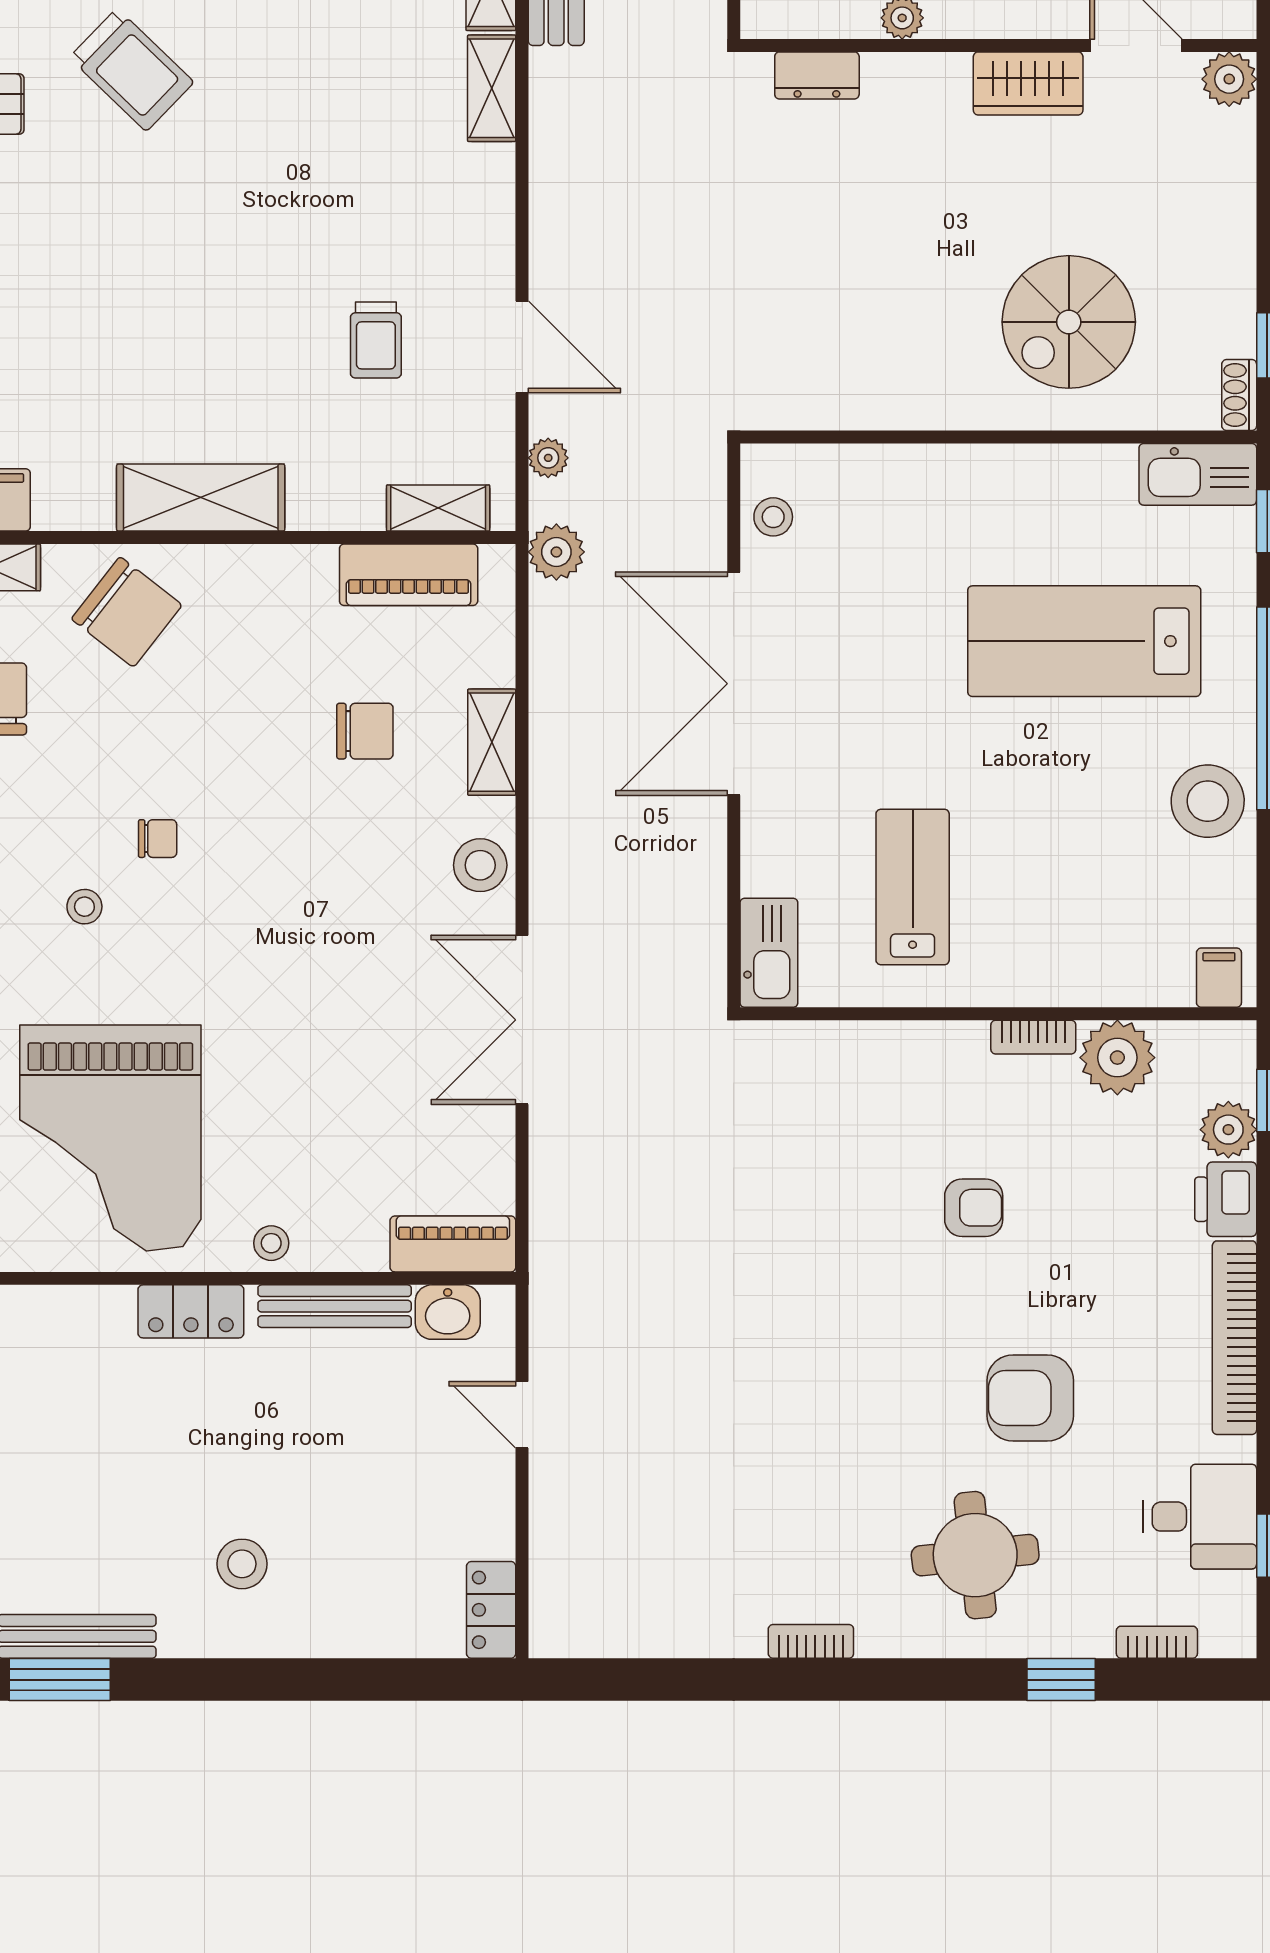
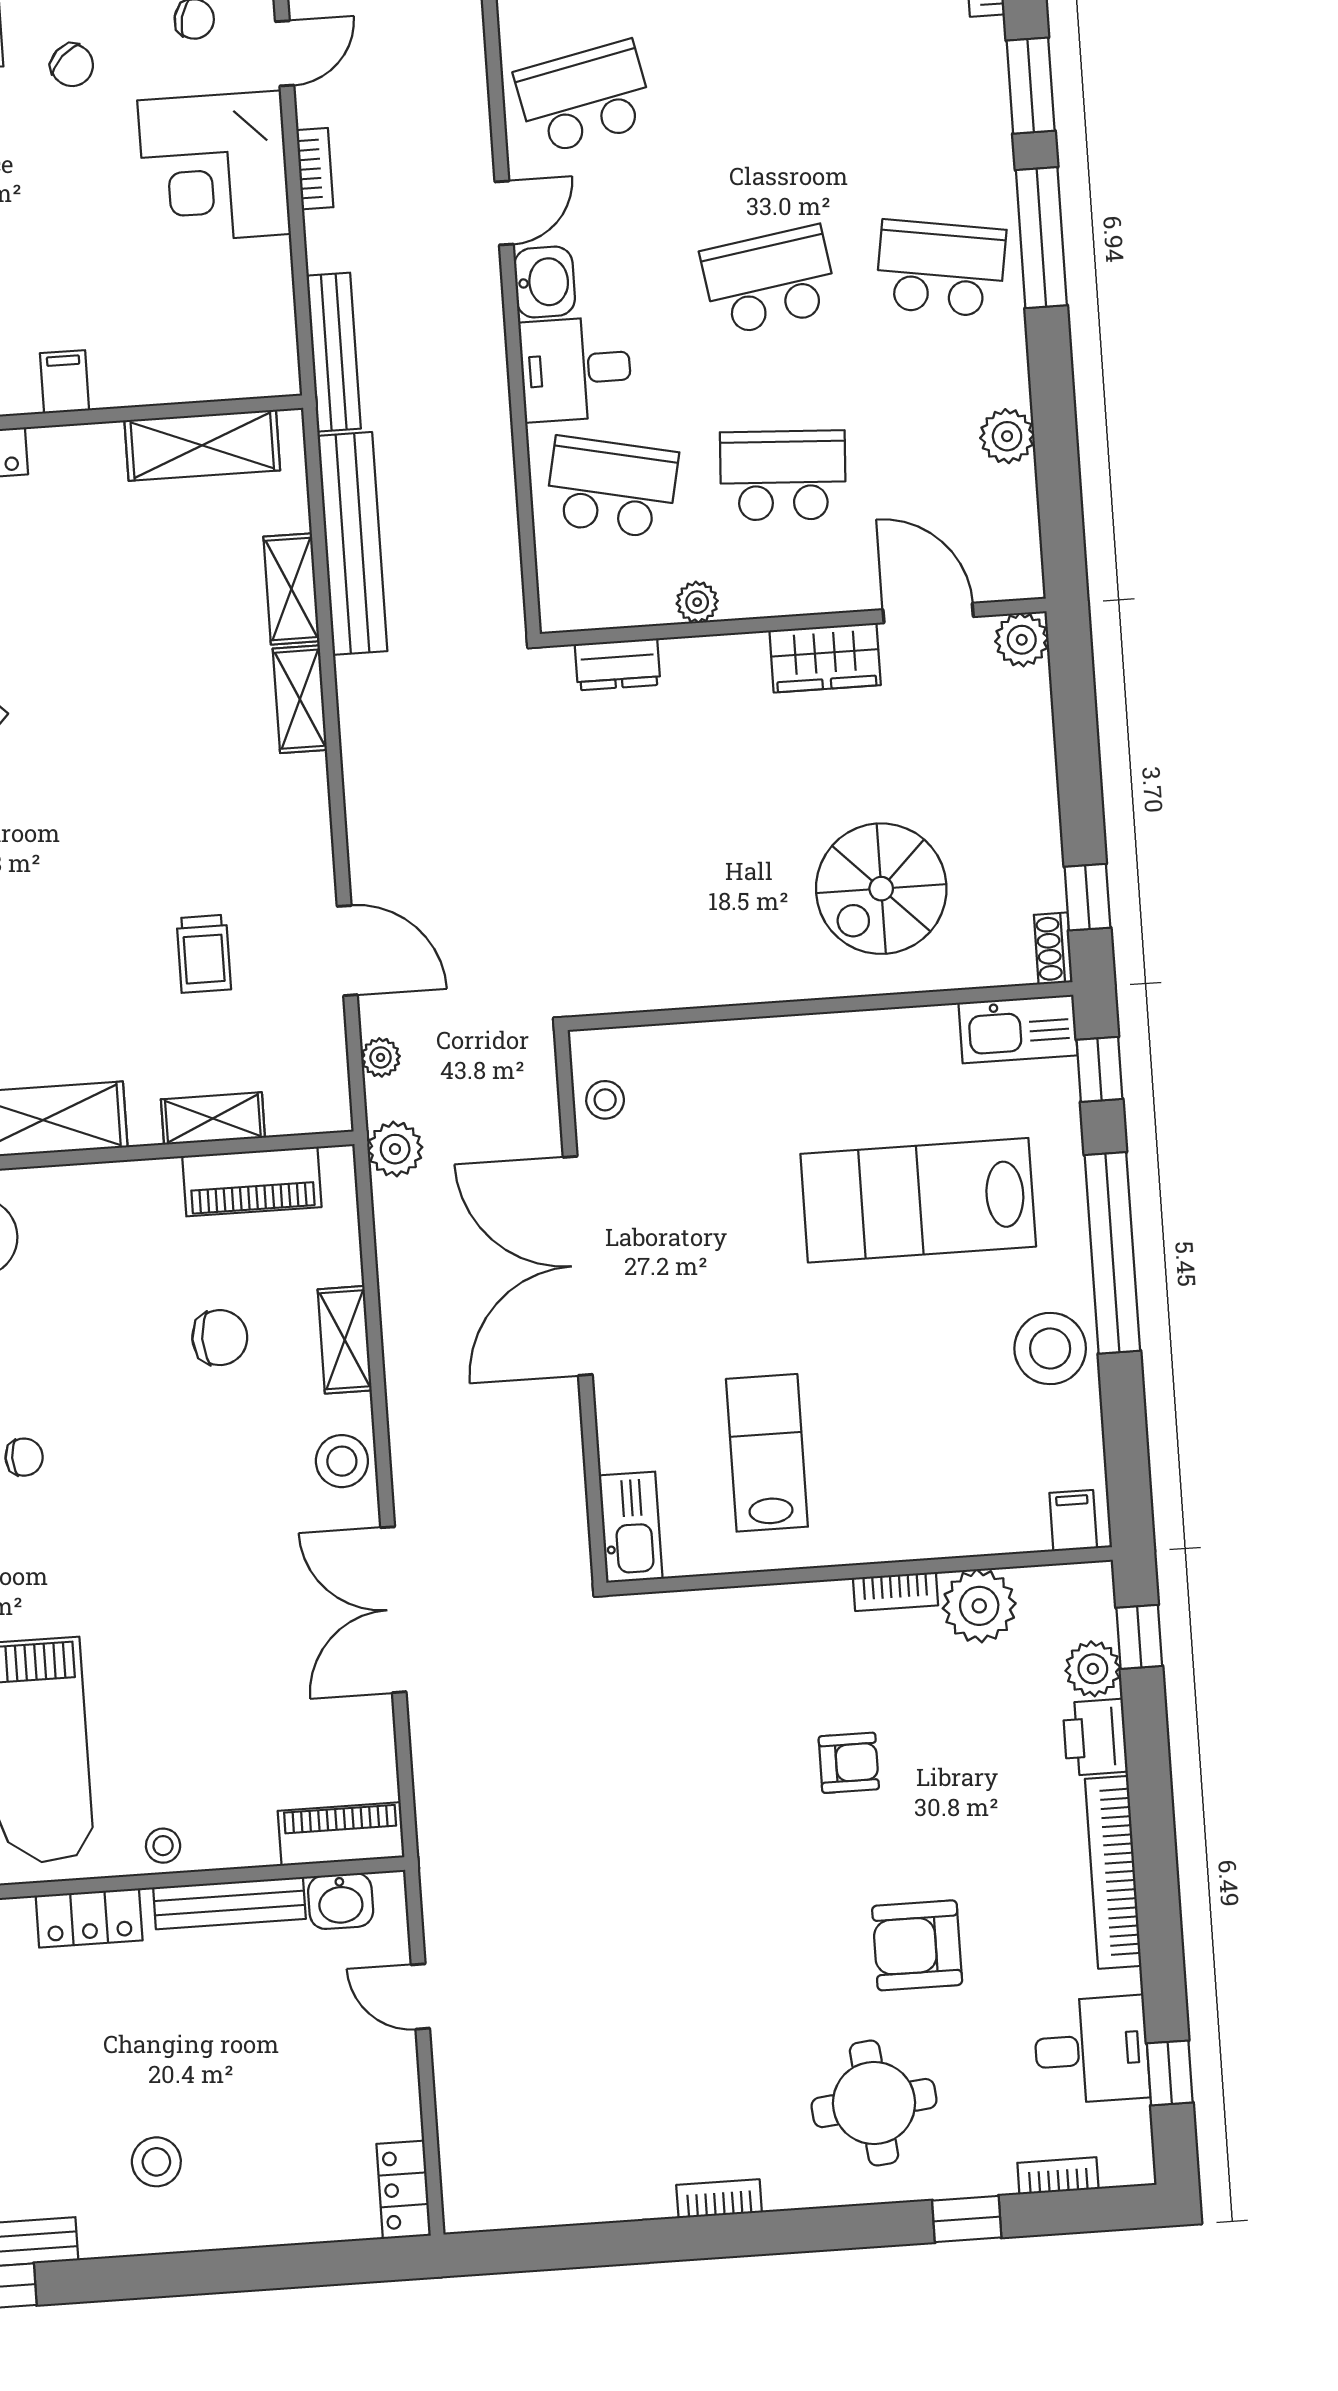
shelving: (438, 508) -> (213, 1118), moved

